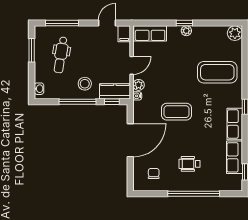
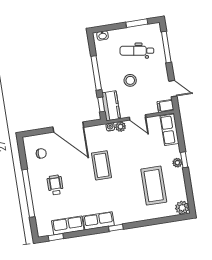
coffee table: (217, 72) -> (154, 186), moved
stool: (85, 84) -> (130, 80), moved

